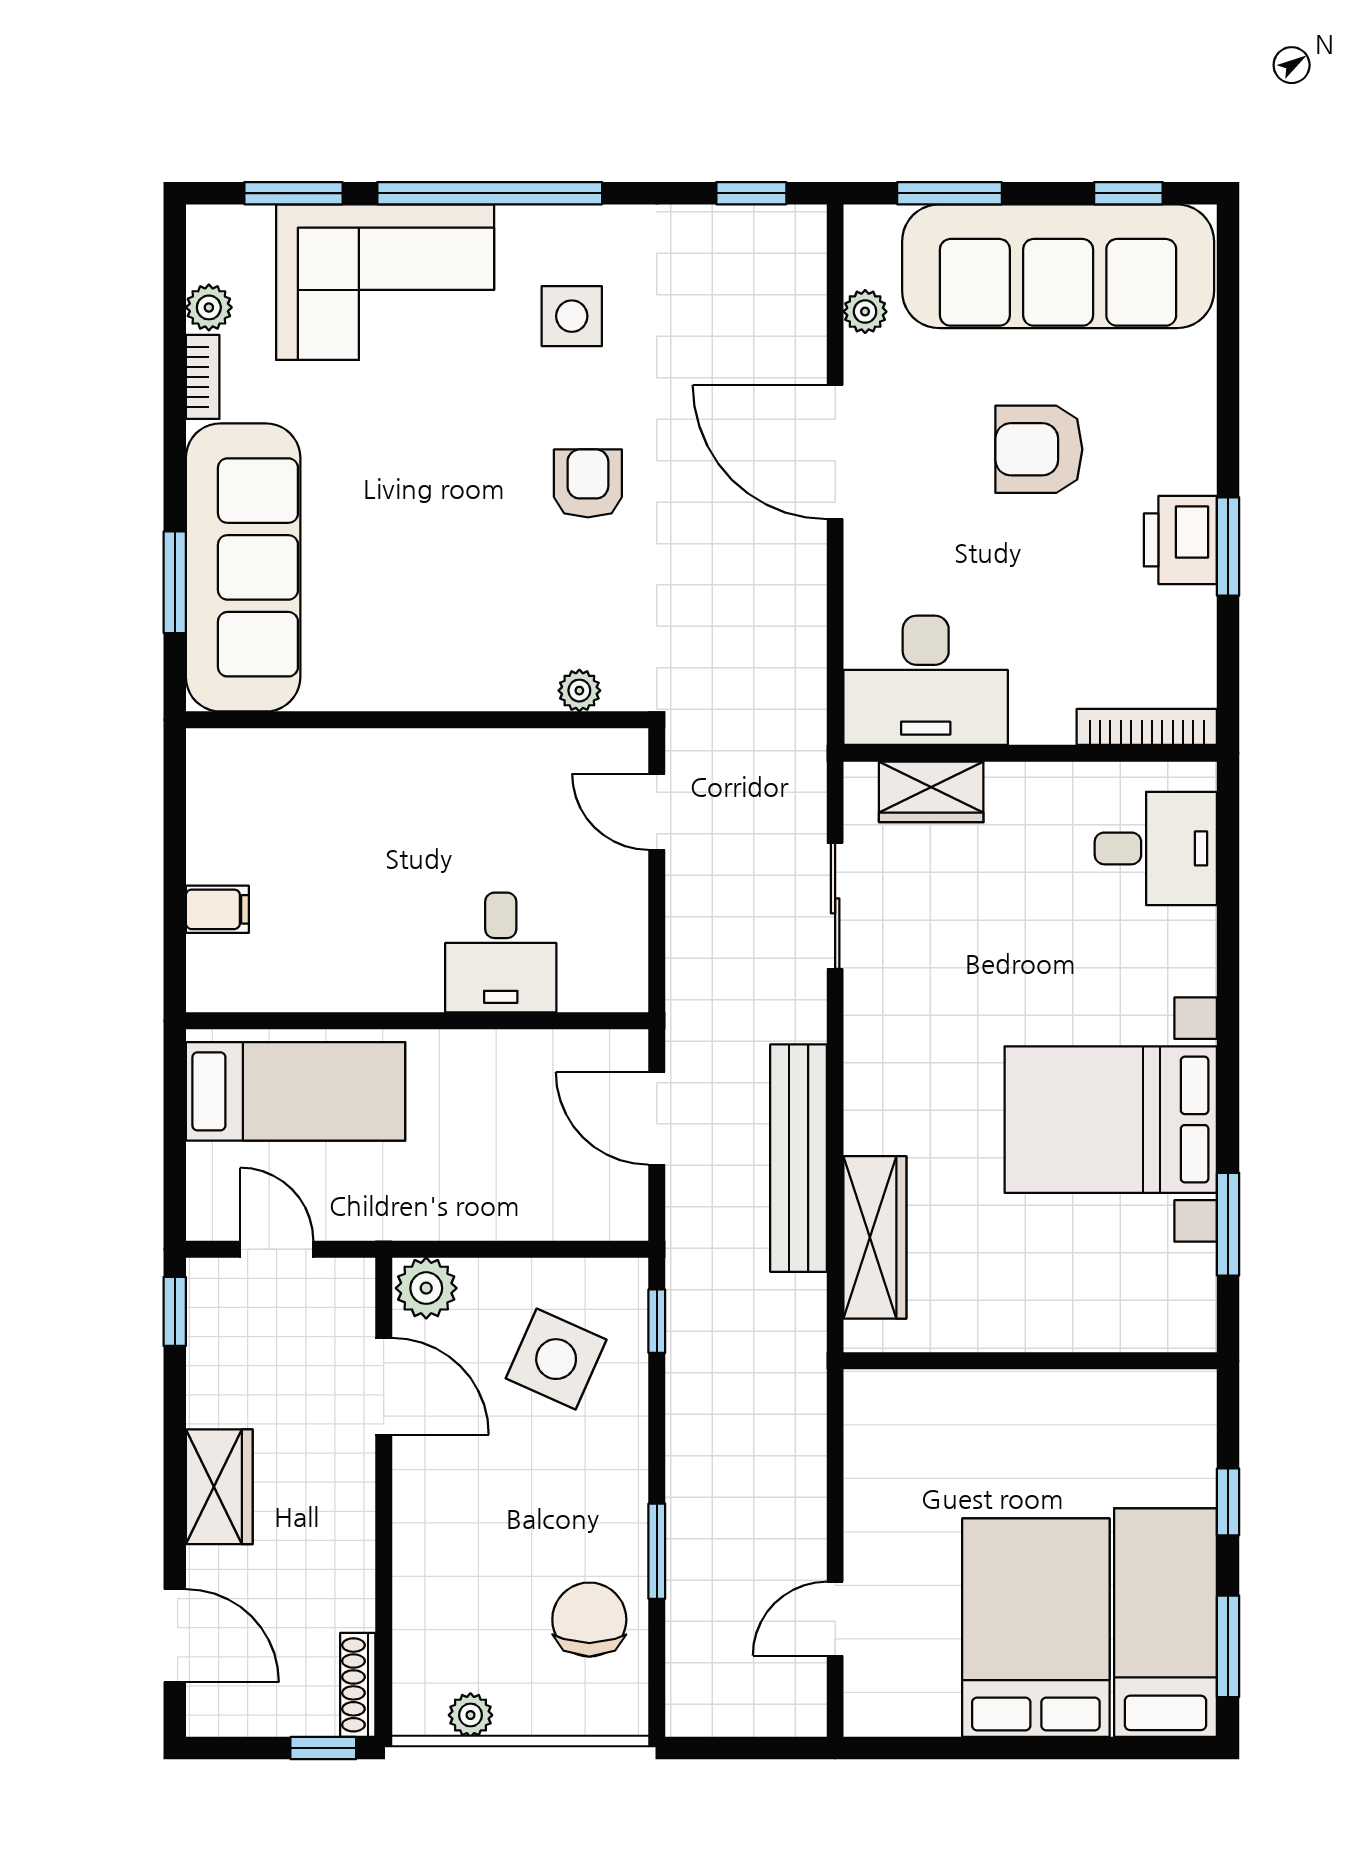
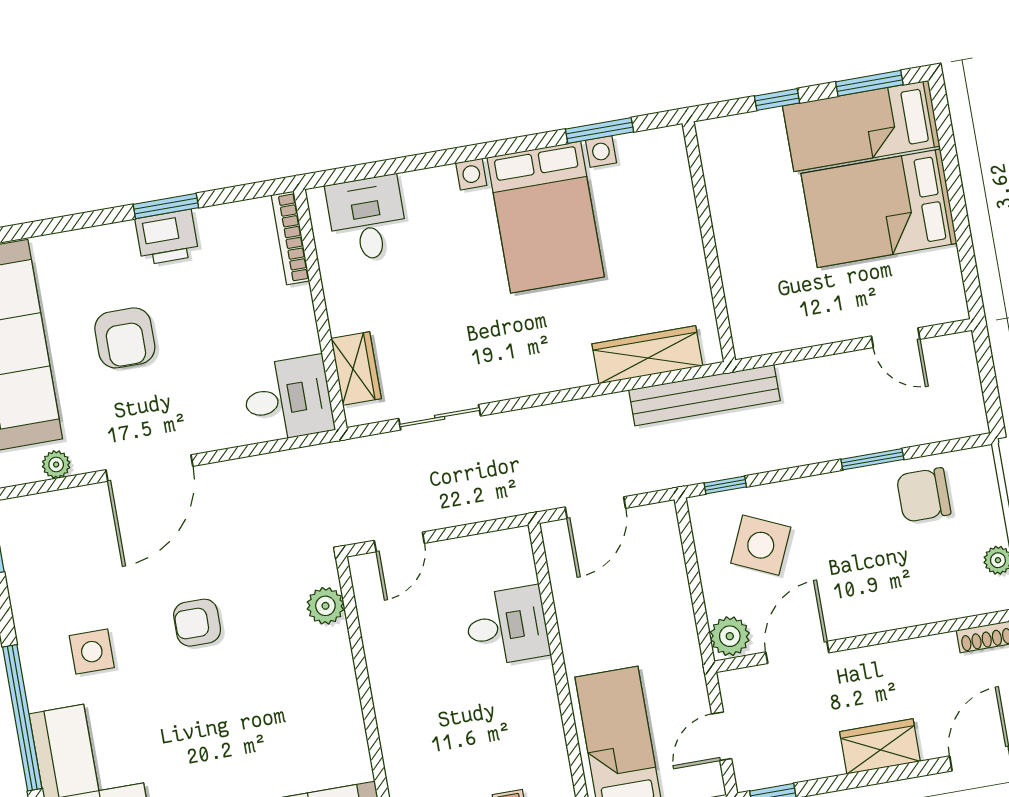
desk: (926, 680) -> (288, 399), width x0.73
plant: (579, 691) -> (325, 606), width x1.38, depth x1.38
bench: (798, 1158) -> (704, 395), moved

